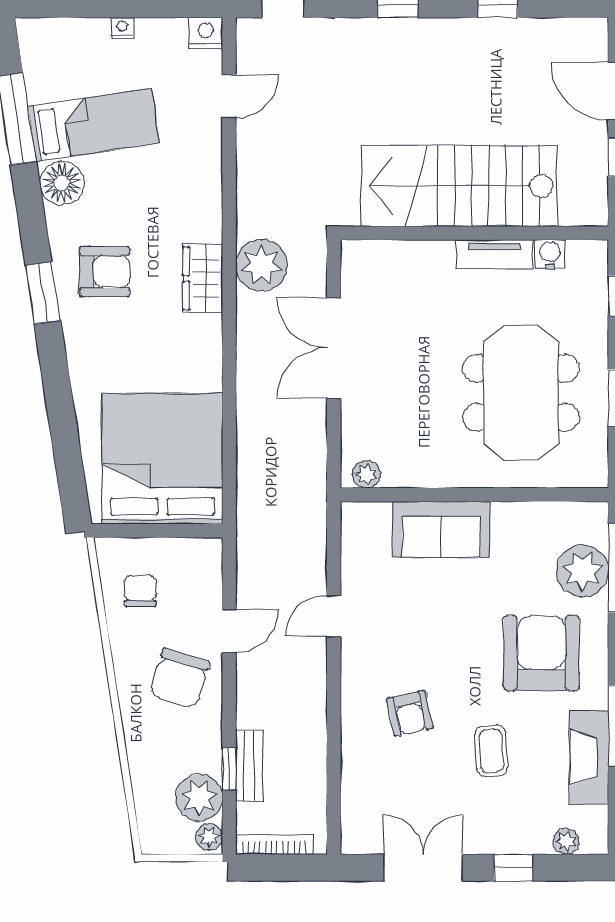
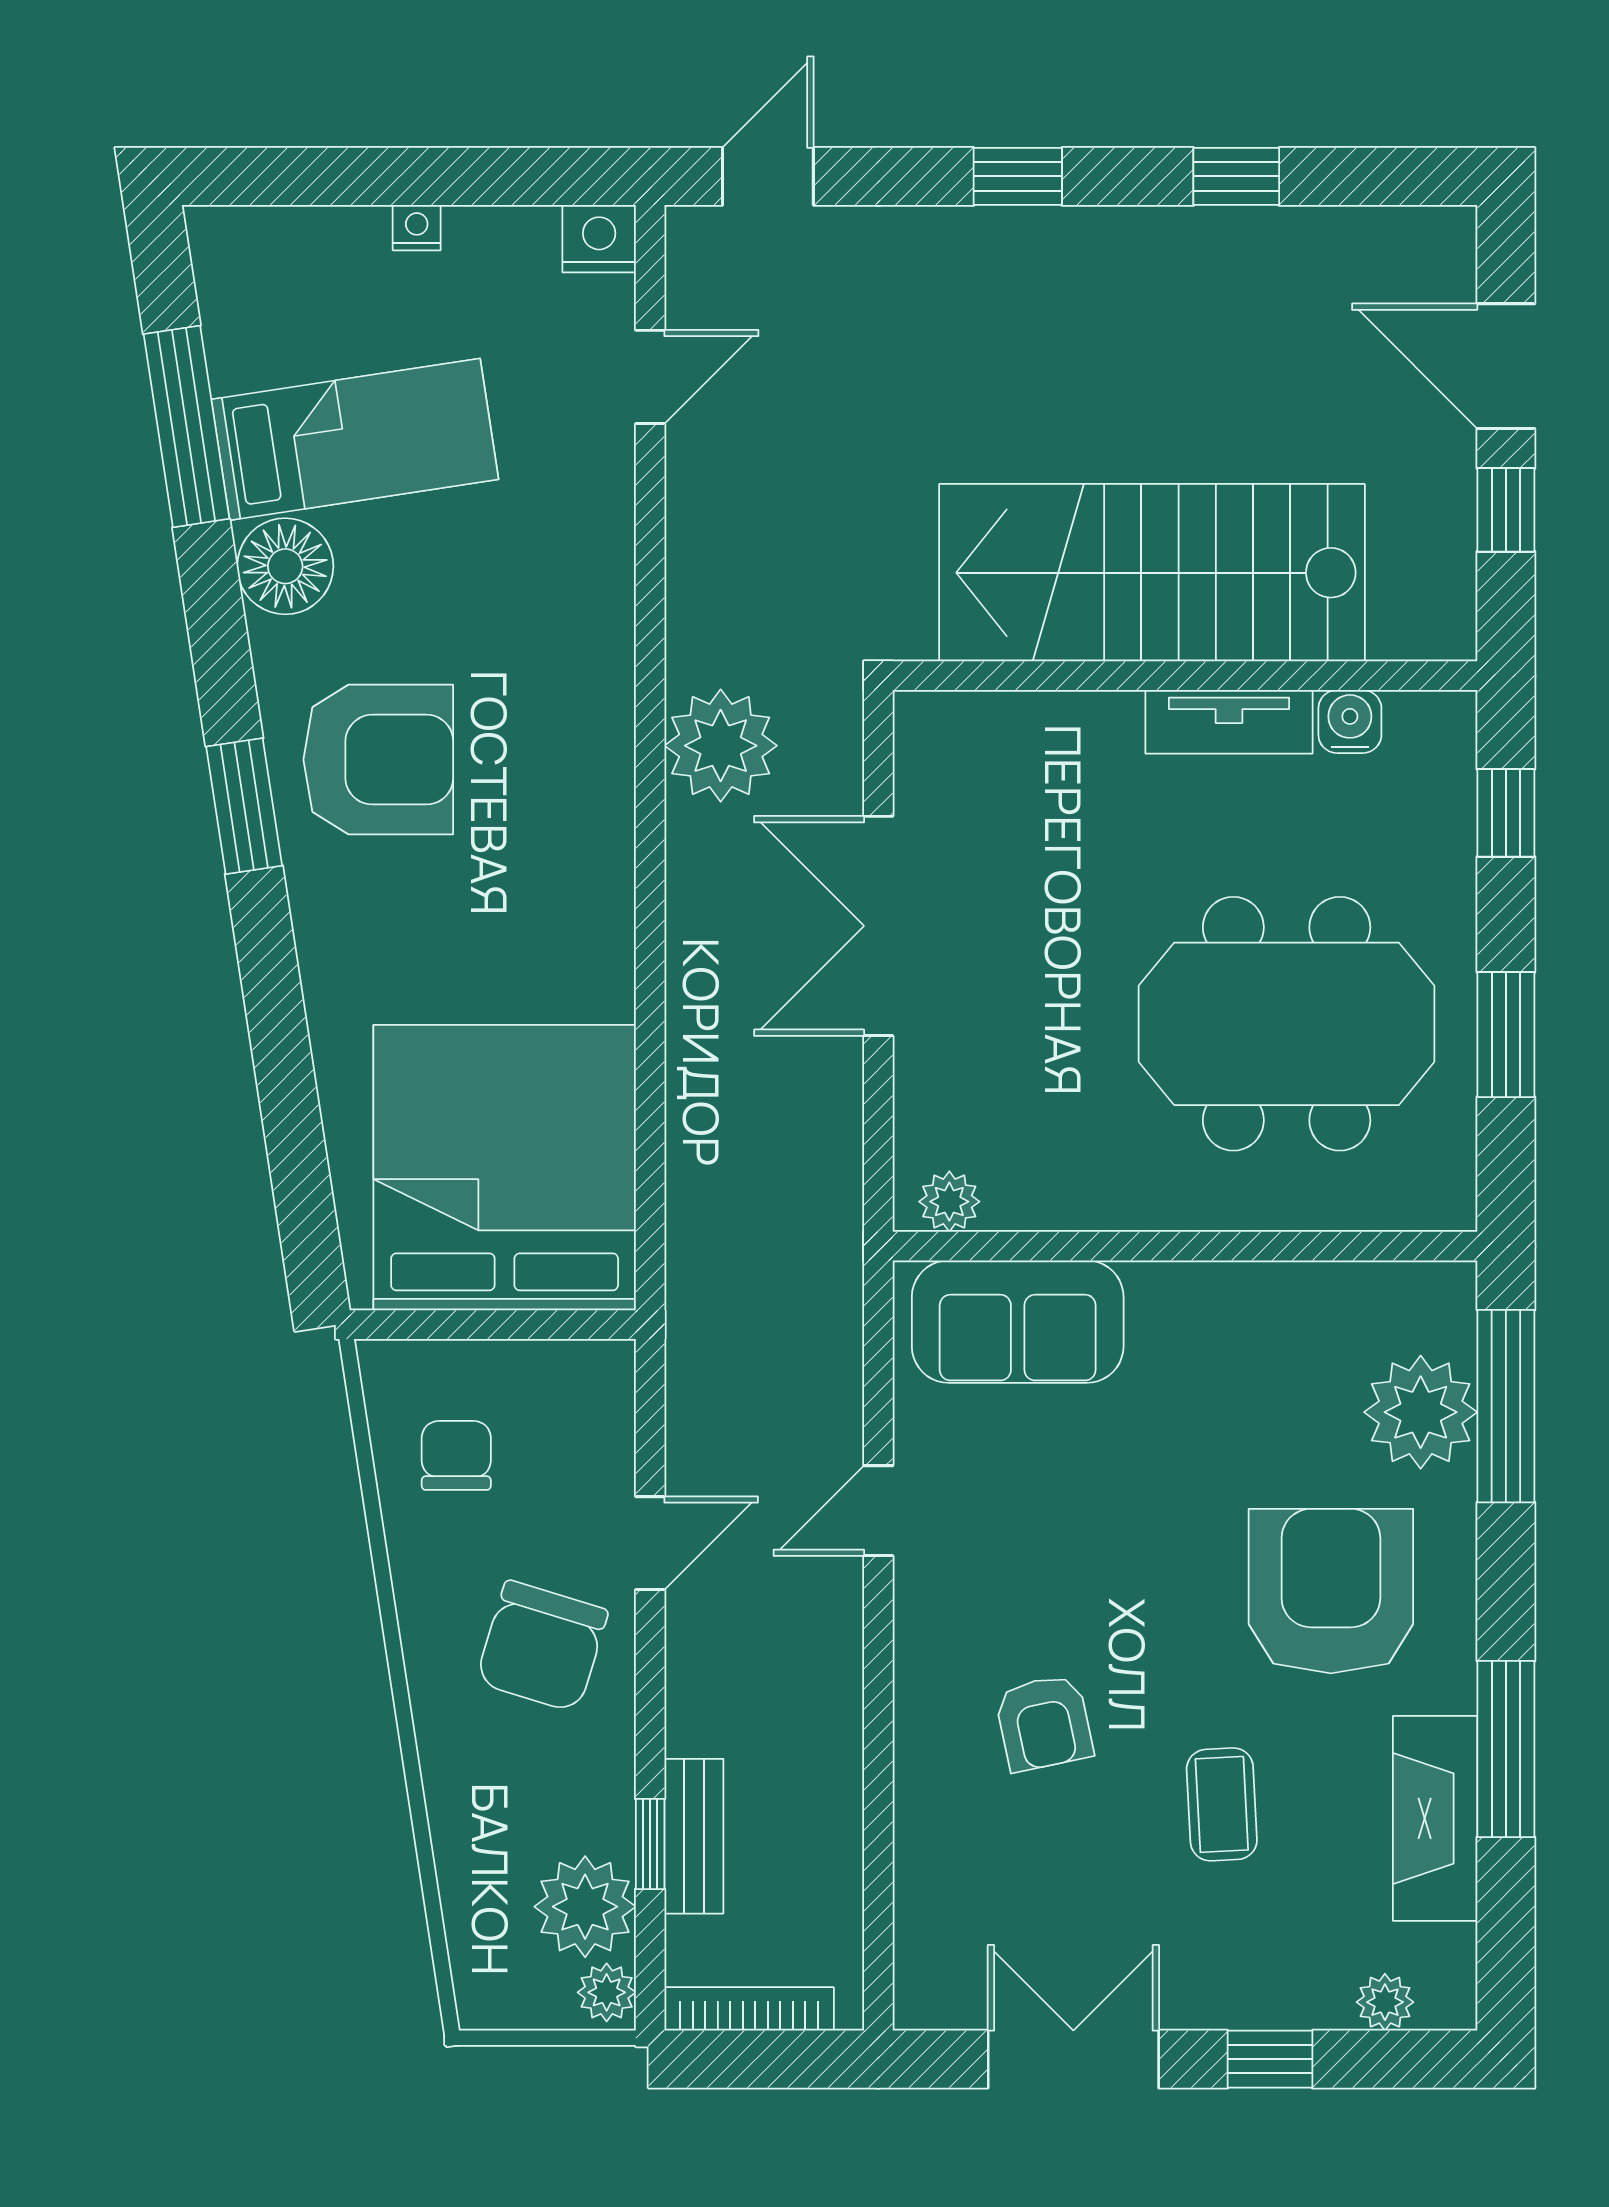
armchair: (104, 272) -> (378, 760), width x1.36, depth x1.36
wardrobe: (203, 278) -> (593, 774), removed
meeting table: (521, 393) -> (1287, 1024), turned 90
sofa: (441, 529) -> (1018, 1322), moved

